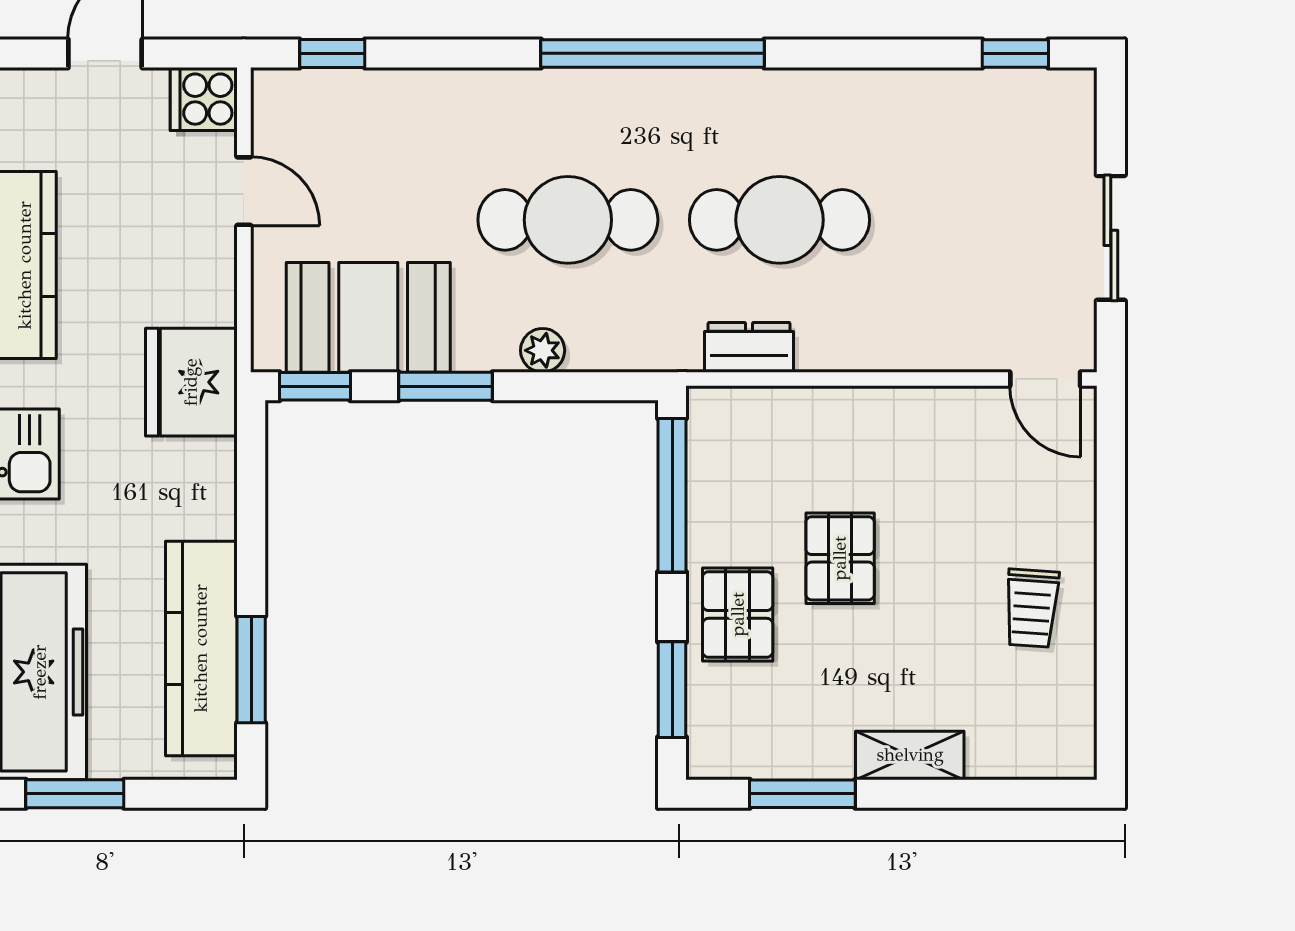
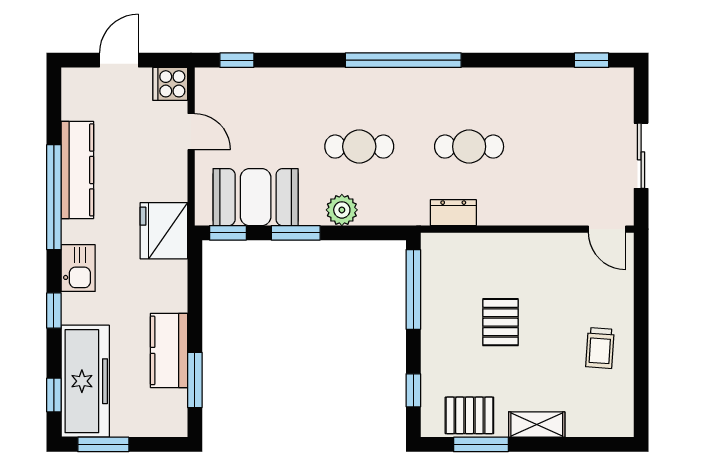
cafe table: (568, 220) -> (359, 147), width x0.73, depth x0.74
cafe table: (779, 220) -> (469, 147), width x0.73, depth x0.74
plant: (543, 350) -> (342, 210), width x1.38, depth x1.38
pallet: (738, 614) -> (469, 415), moved, turned 90
kitchen counter: (201, 648) -> (169, 350), width x0.67
window: (672, 690) -> (413, 390), width x0.67

